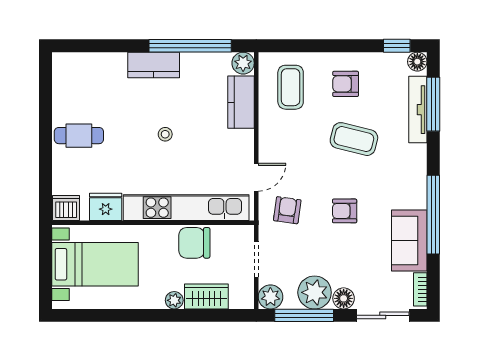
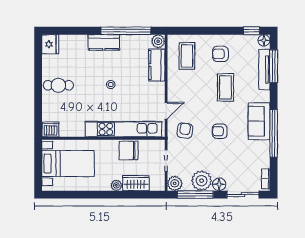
coffee table: (354, 139) -> (225, 87), turned 76
fridge: (106, 207) -> (50, 44), moved, turned 90
sofa: (409, 240) -> (259, 121), moved

